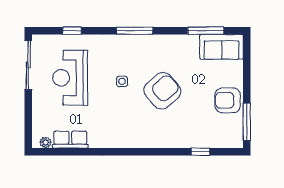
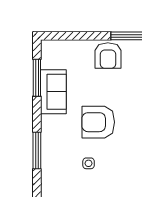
sofa: (222, 47) -> (53, 92), moved
armchair: (162, 91) -> (98, 122), turned -49

